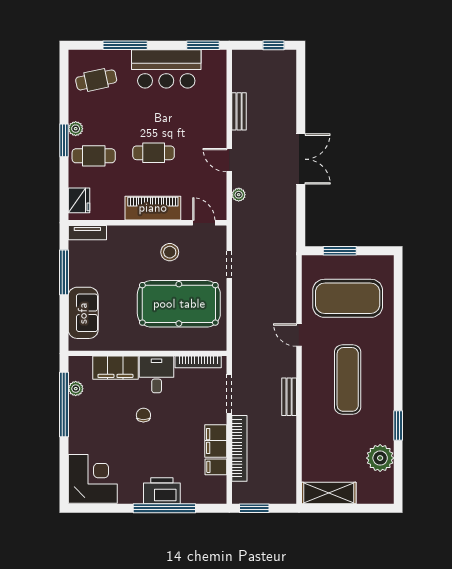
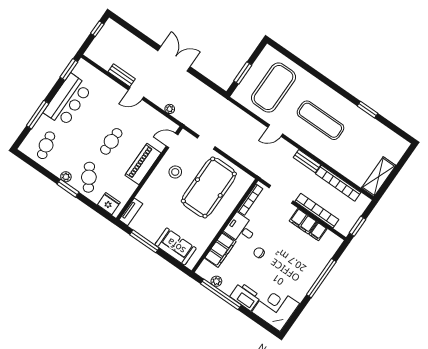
cafe table: (94, 156) -> (89, 177), turned -32
door: (229, 160) -> (136, 93), moved
bookcase: (289, 451) -> (338, 183), added
plant: (380, 458) -> (379, 133), removed
printer: (162, 491) -> (245, 296), moved, turned 90

